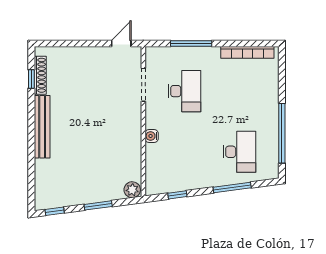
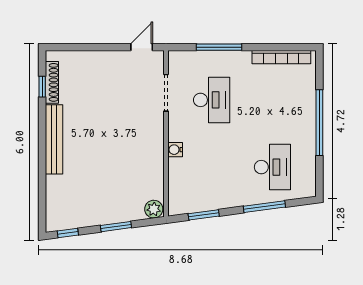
window: (282, 133) -> (319, 123), moved
window: (177, 195) -> (204, 215), width x1.50

